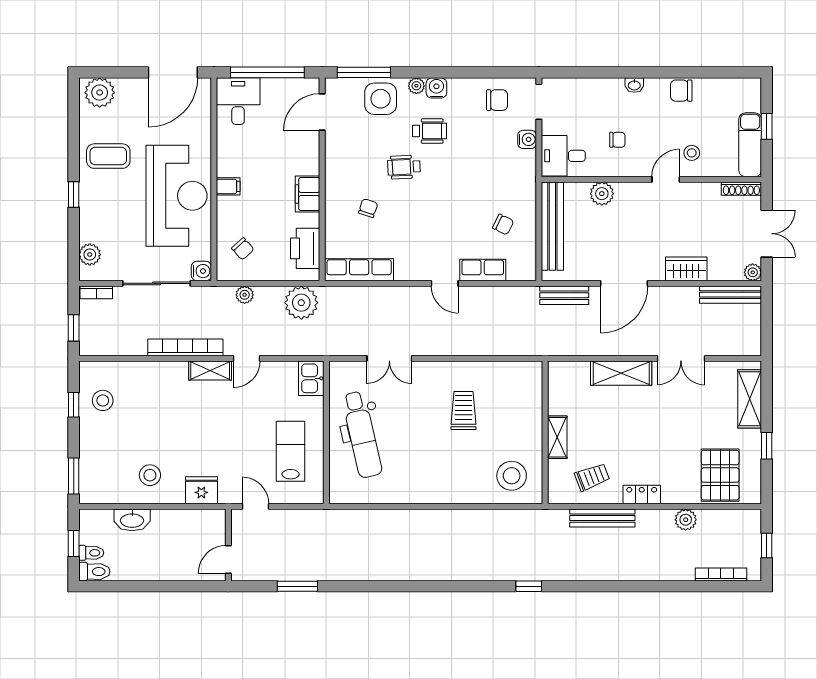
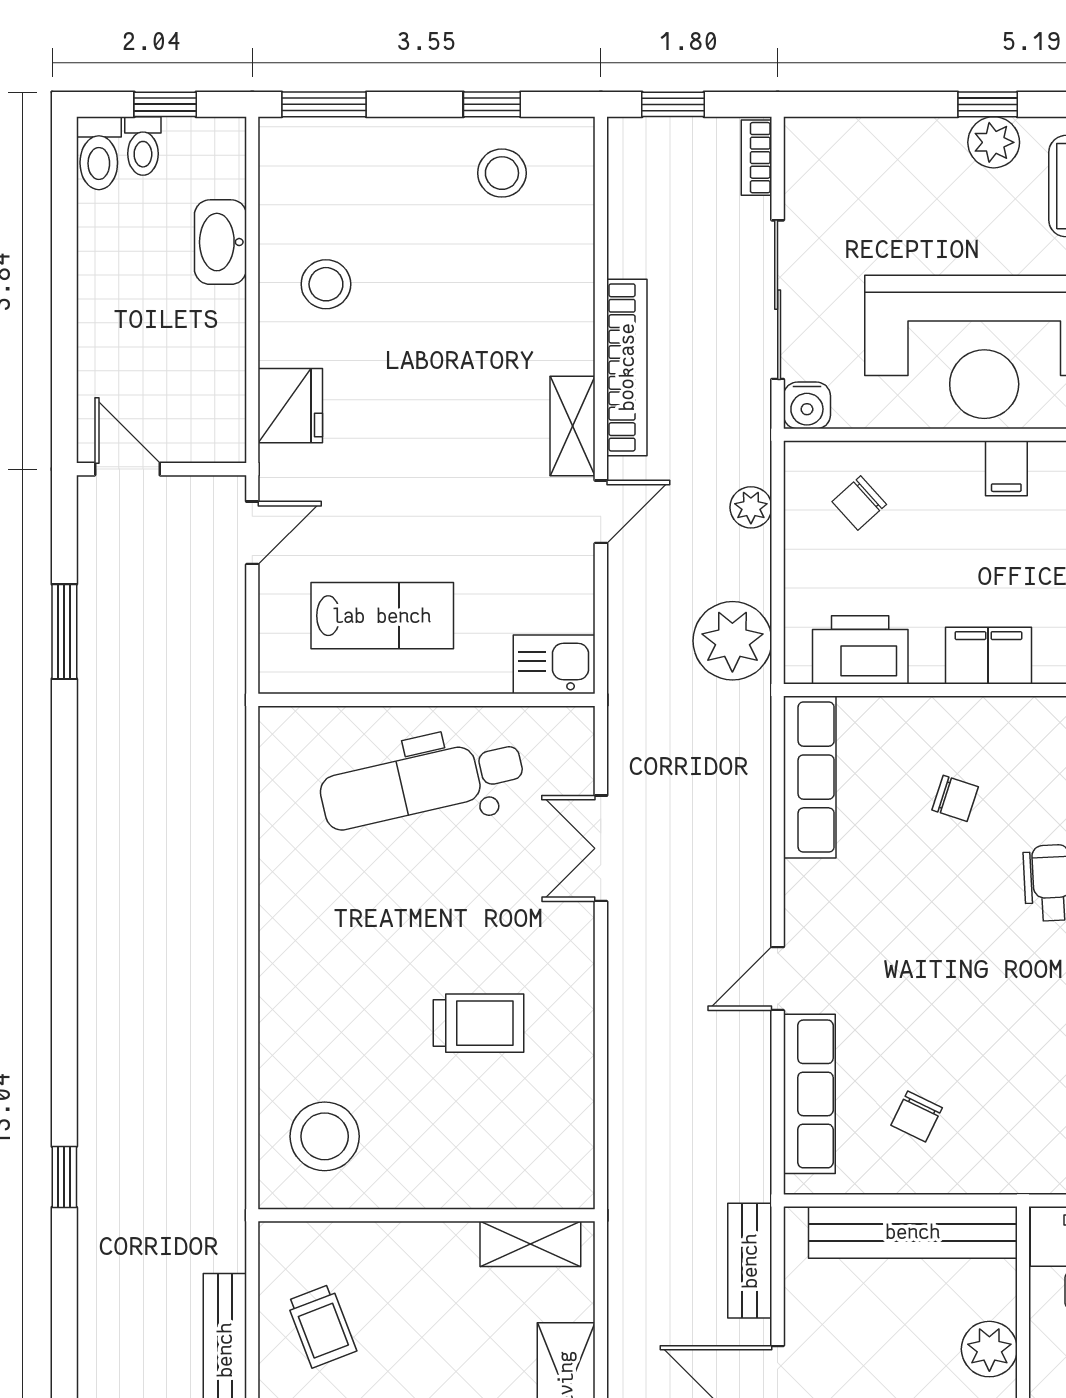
plant: (90, 255) -> (994, 142), moved
row of seats: (483, 270) -> (809, 1094), width x1.48
door: (247, 358) -> (601, 512), swing flipped
shelving: (557, 437) -> (530, 1244), moved

